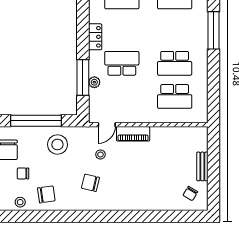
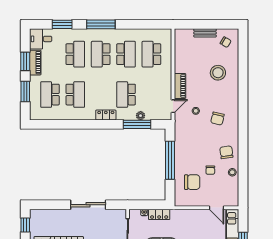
school desk: (175, 30) -> (101, 54), added
school desk: (175, 96) -> (151, 54), turned 180
door: (107, 125) -> (173, 106), hinge flipped
stool: (57, 144) -> (218, 73), moved

